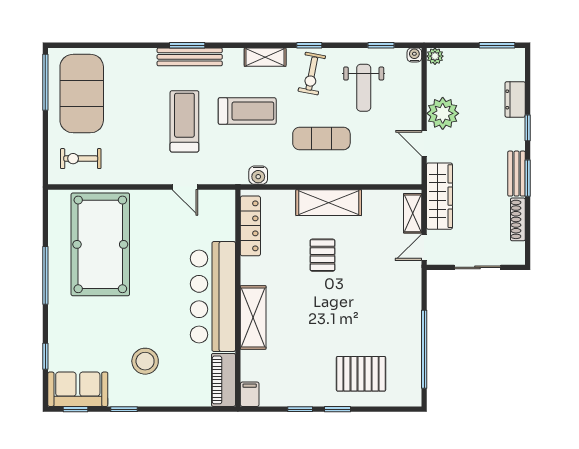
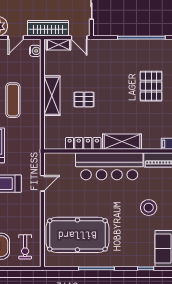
water cooler: (258, 175) -> (35, 51), moved
locker: (250, 226) -> (83, 143), moved
pallet: (361, 374) -> (151, 86), moved

